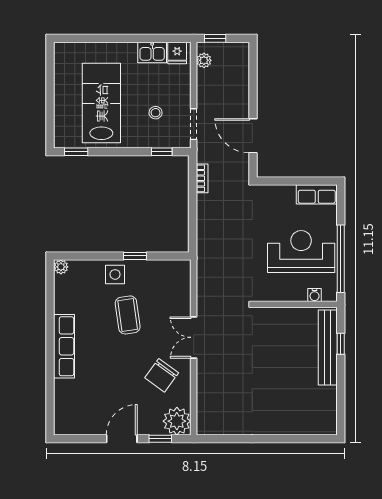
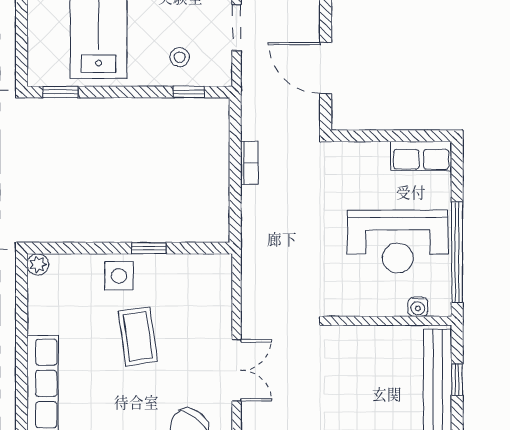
stool: (156, 113) -> (180, 57), moved
doorway: (194, 124) -> (237, 28), moved
bookcase: (202, 178) -> (249, 163), moved
reception desk: (301, 252) -> (398, 242), turned 180
double door: (194, 337) -> (237, 370), swing flipped

